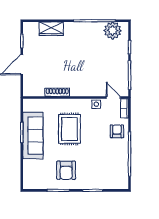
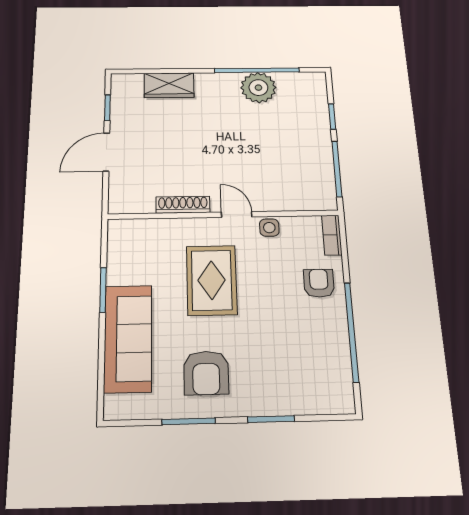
plant: (113, 31) -> (258, 88), moved
door: (113, 98) -> (237, 214), moved
sofa: (33, 136) -> (128, 338), moved

